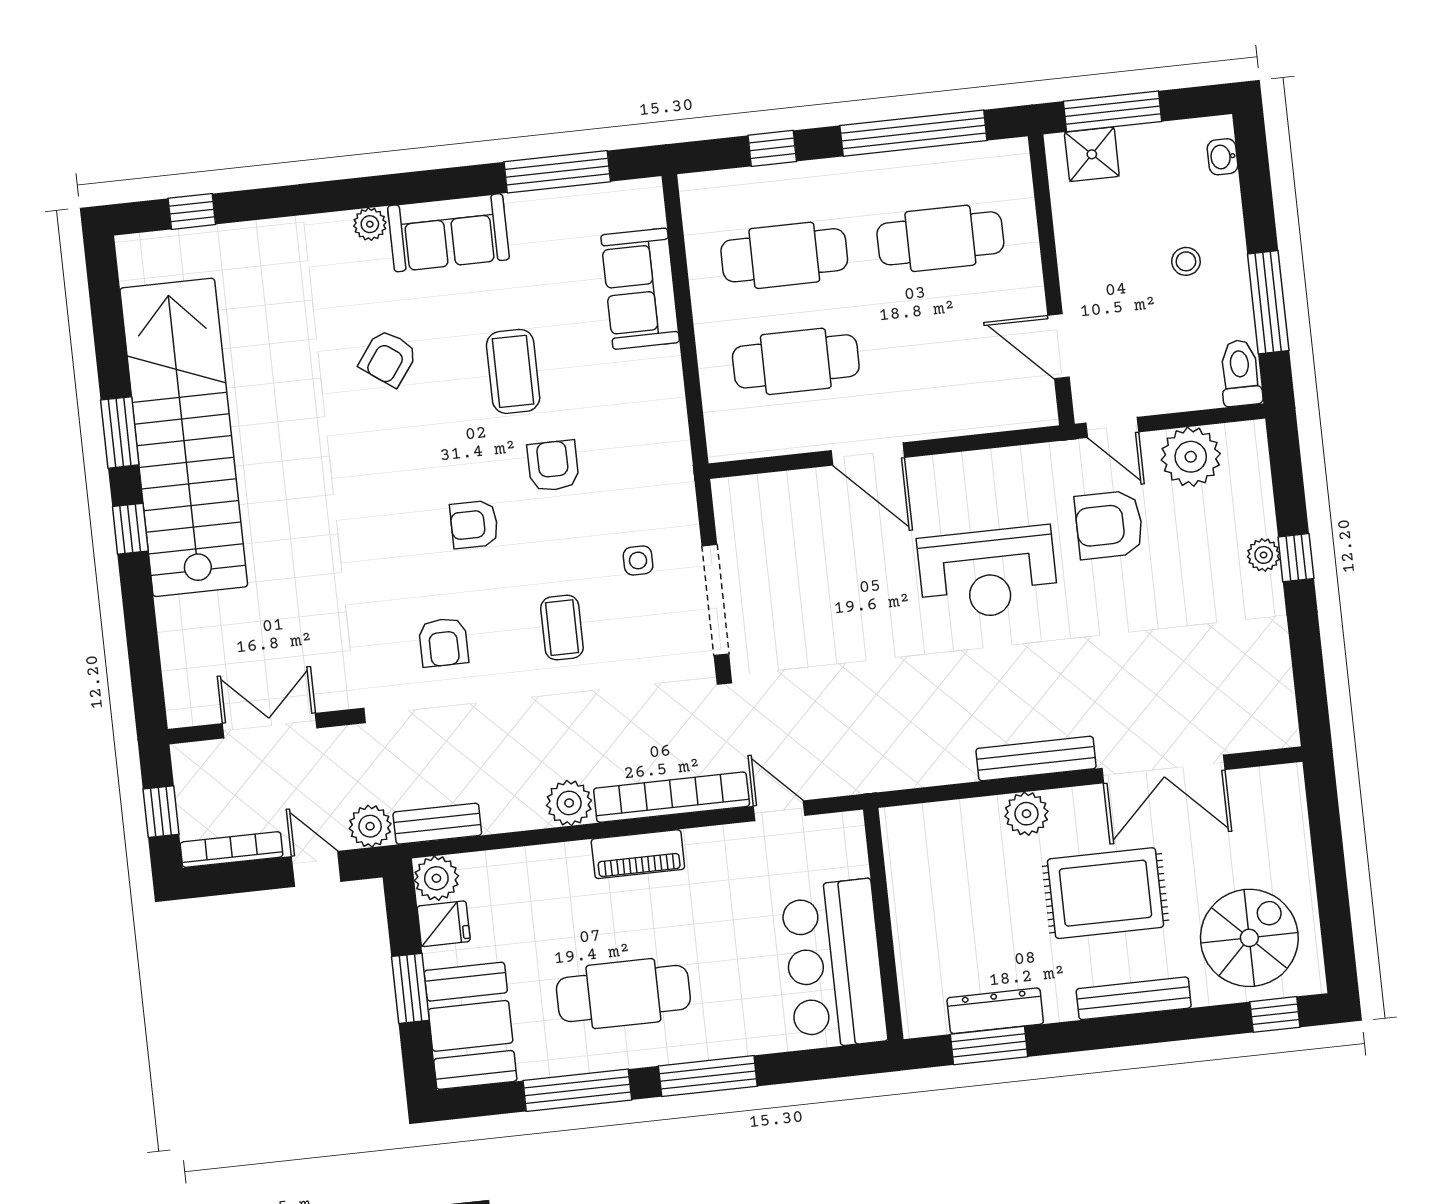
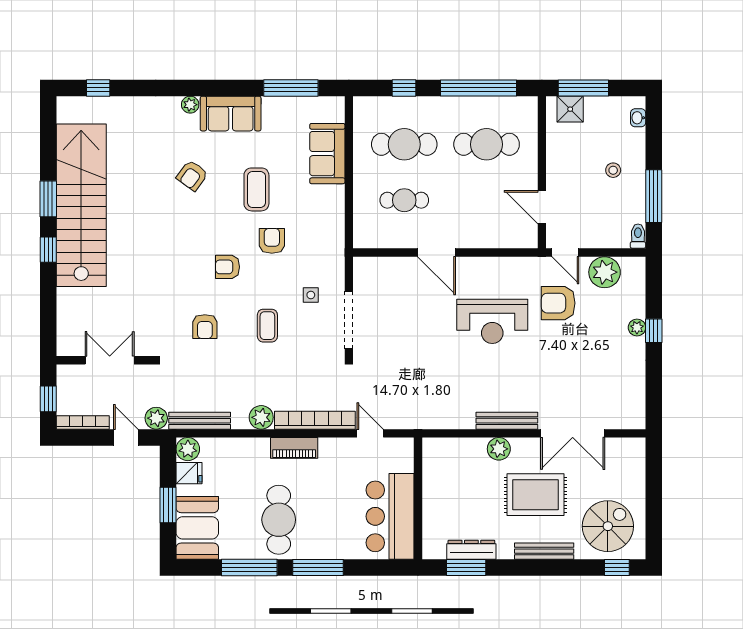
cafe table: (796, 361) -> (404, 200), width x0.73, depth x0.74
toilet: (1240, 373) -> (638, 236), width x0.73, depth x0.72
bench: (437, 824) -> (200, 421), width x1.36
cafe table: (623, 994) -> (279, 520), turned 90

